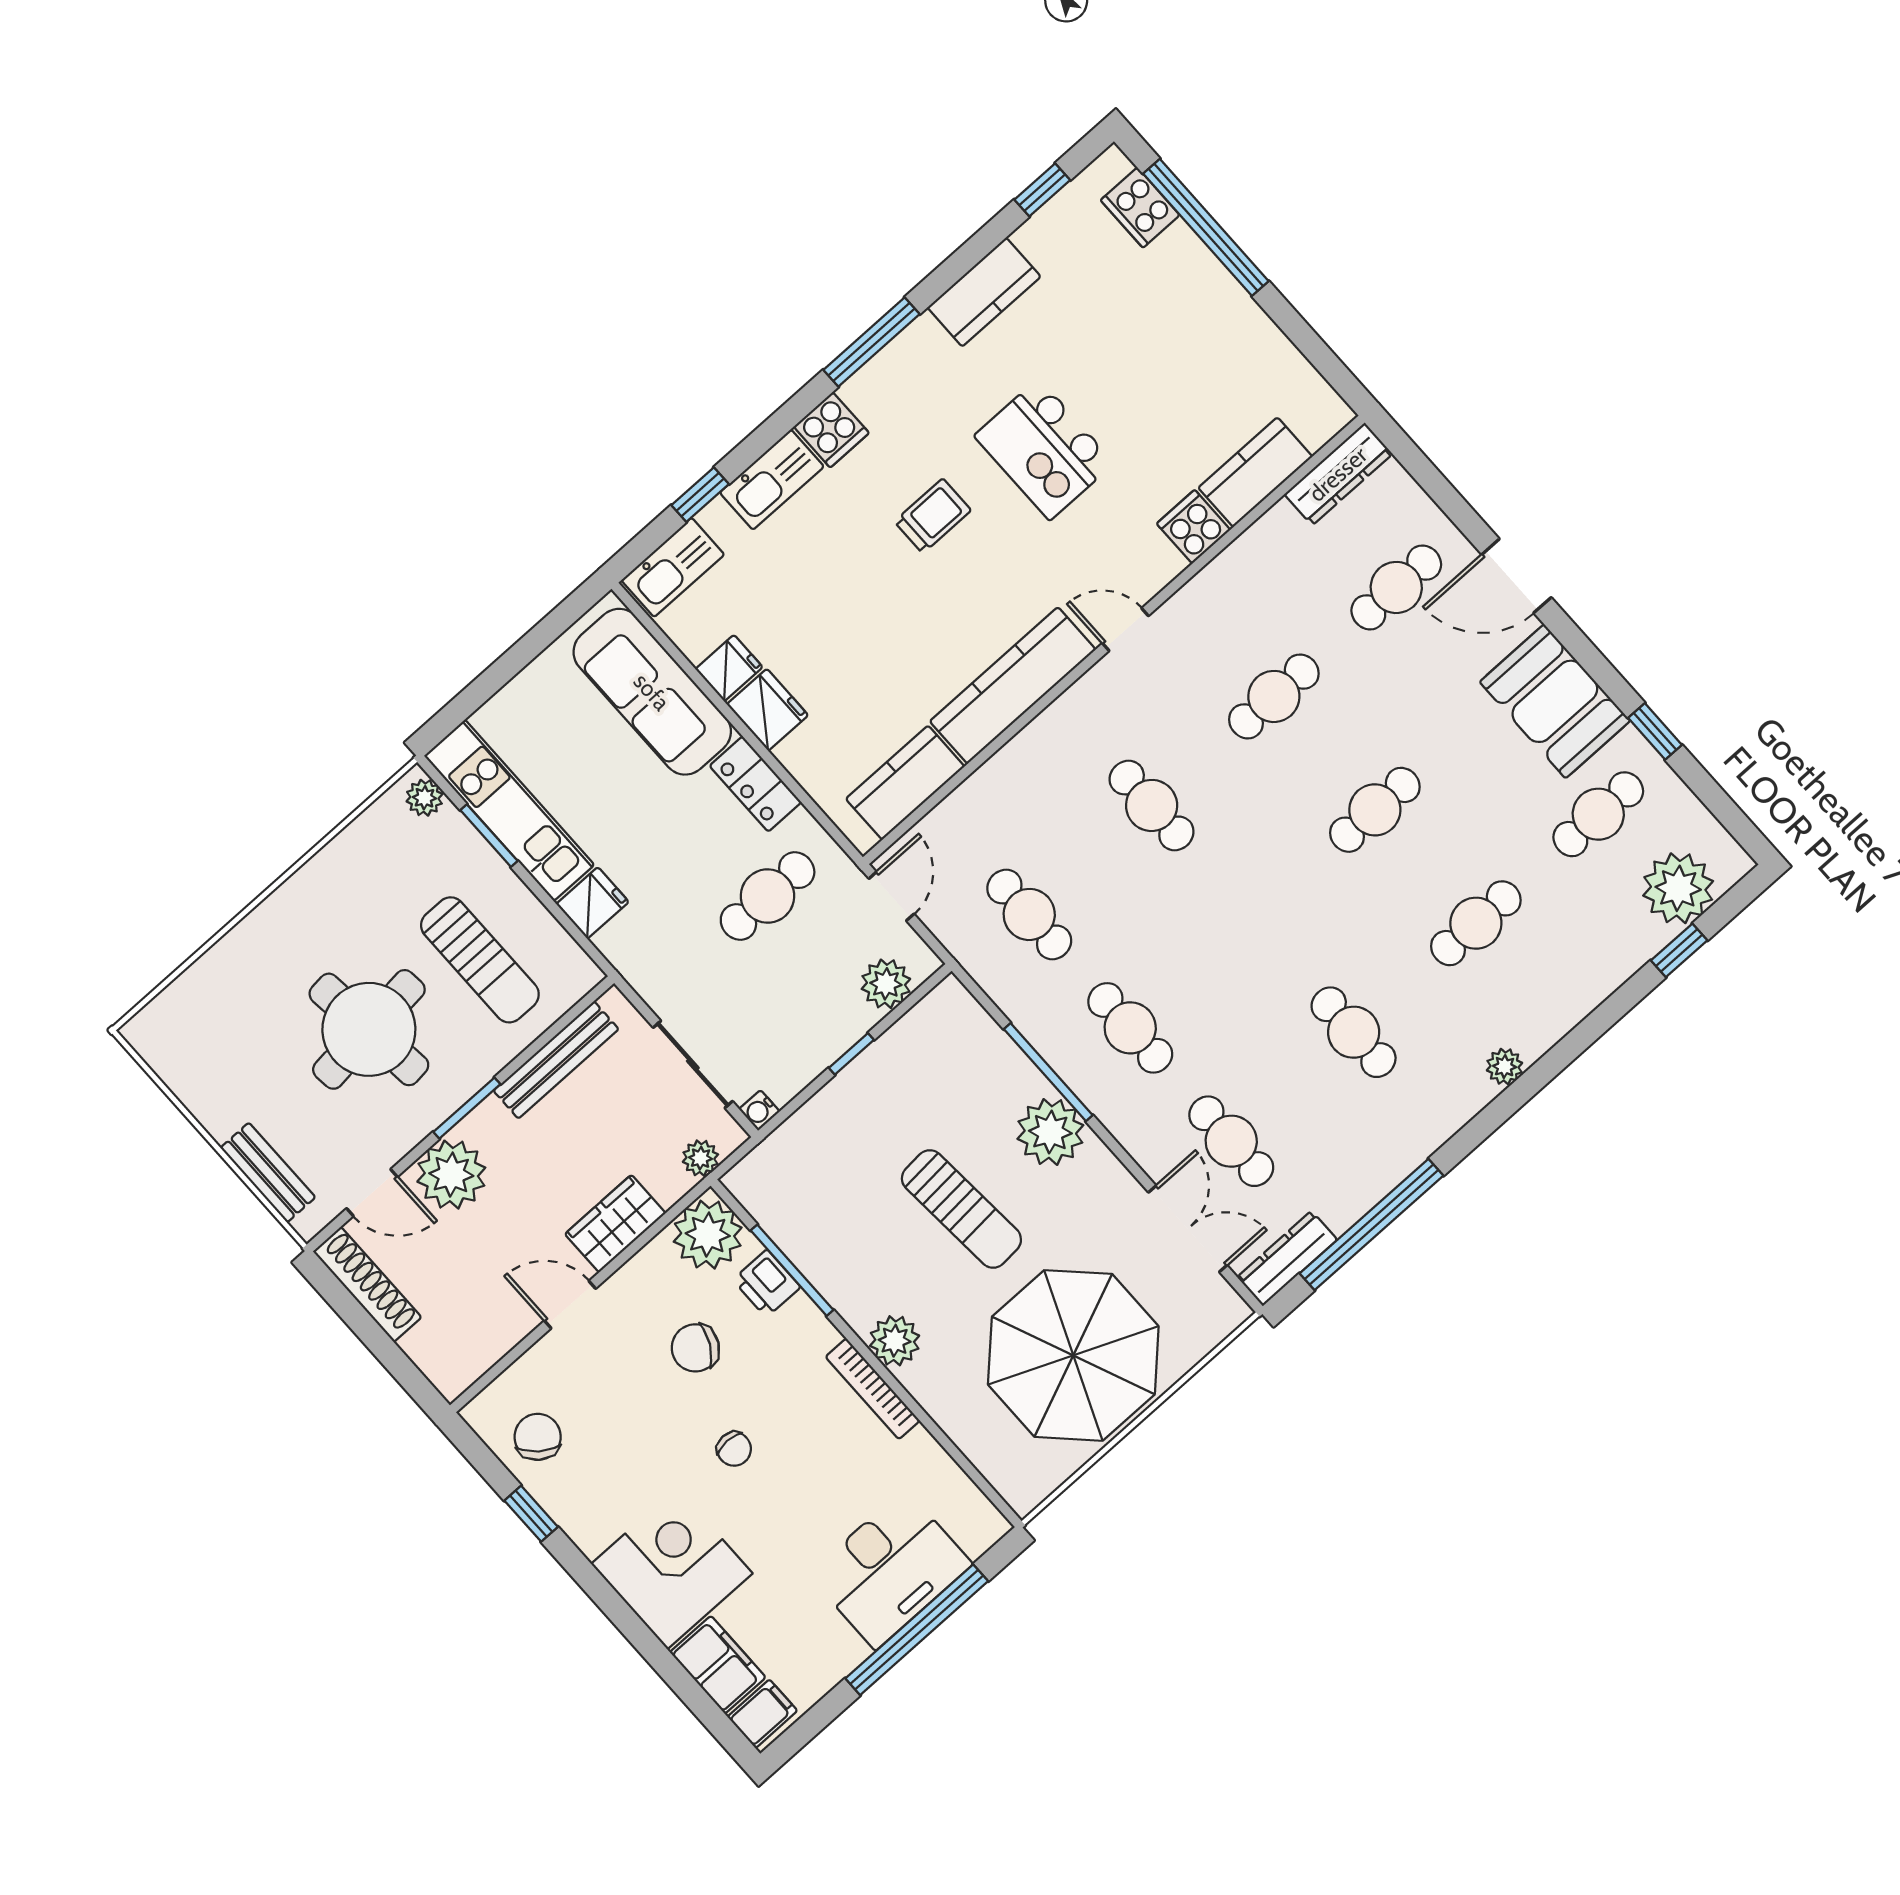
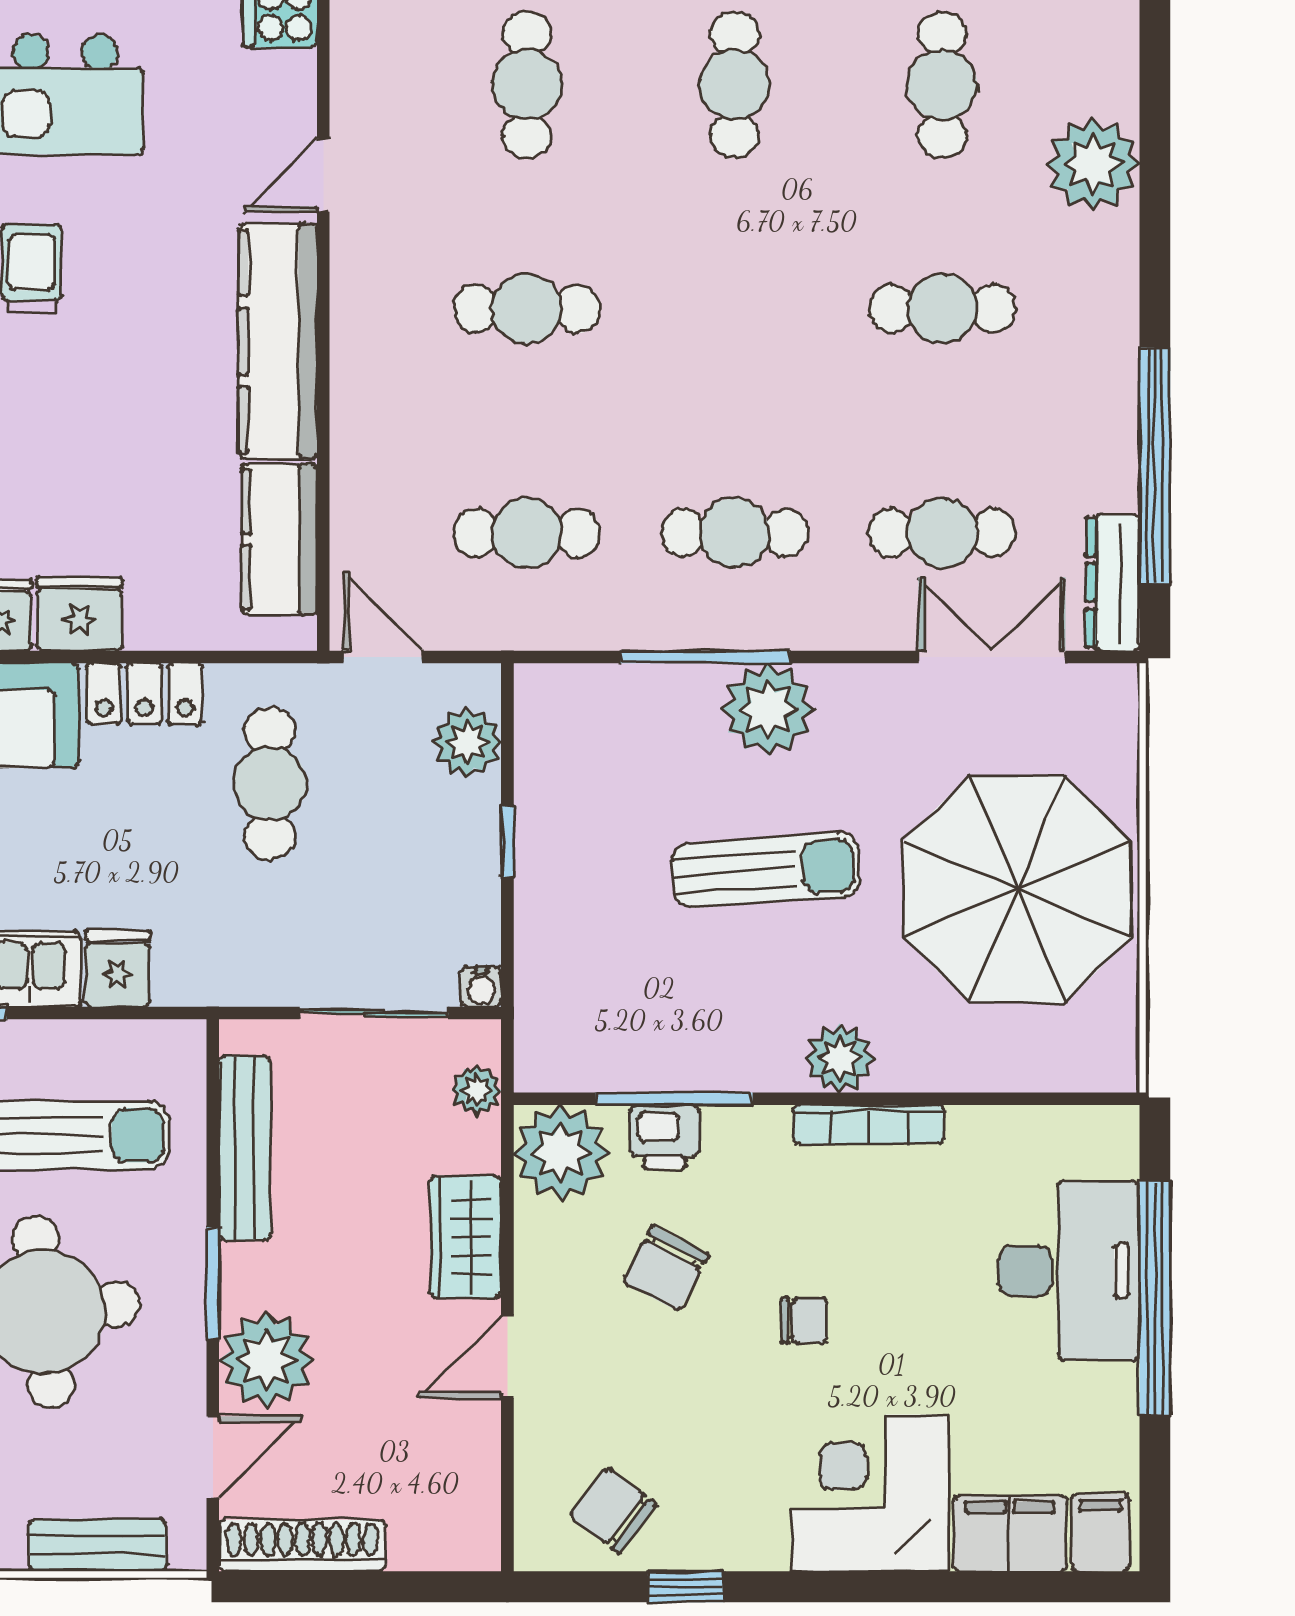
plant: (1505, 1067) -> (1093, 164), width x1.87, depth x1.87

